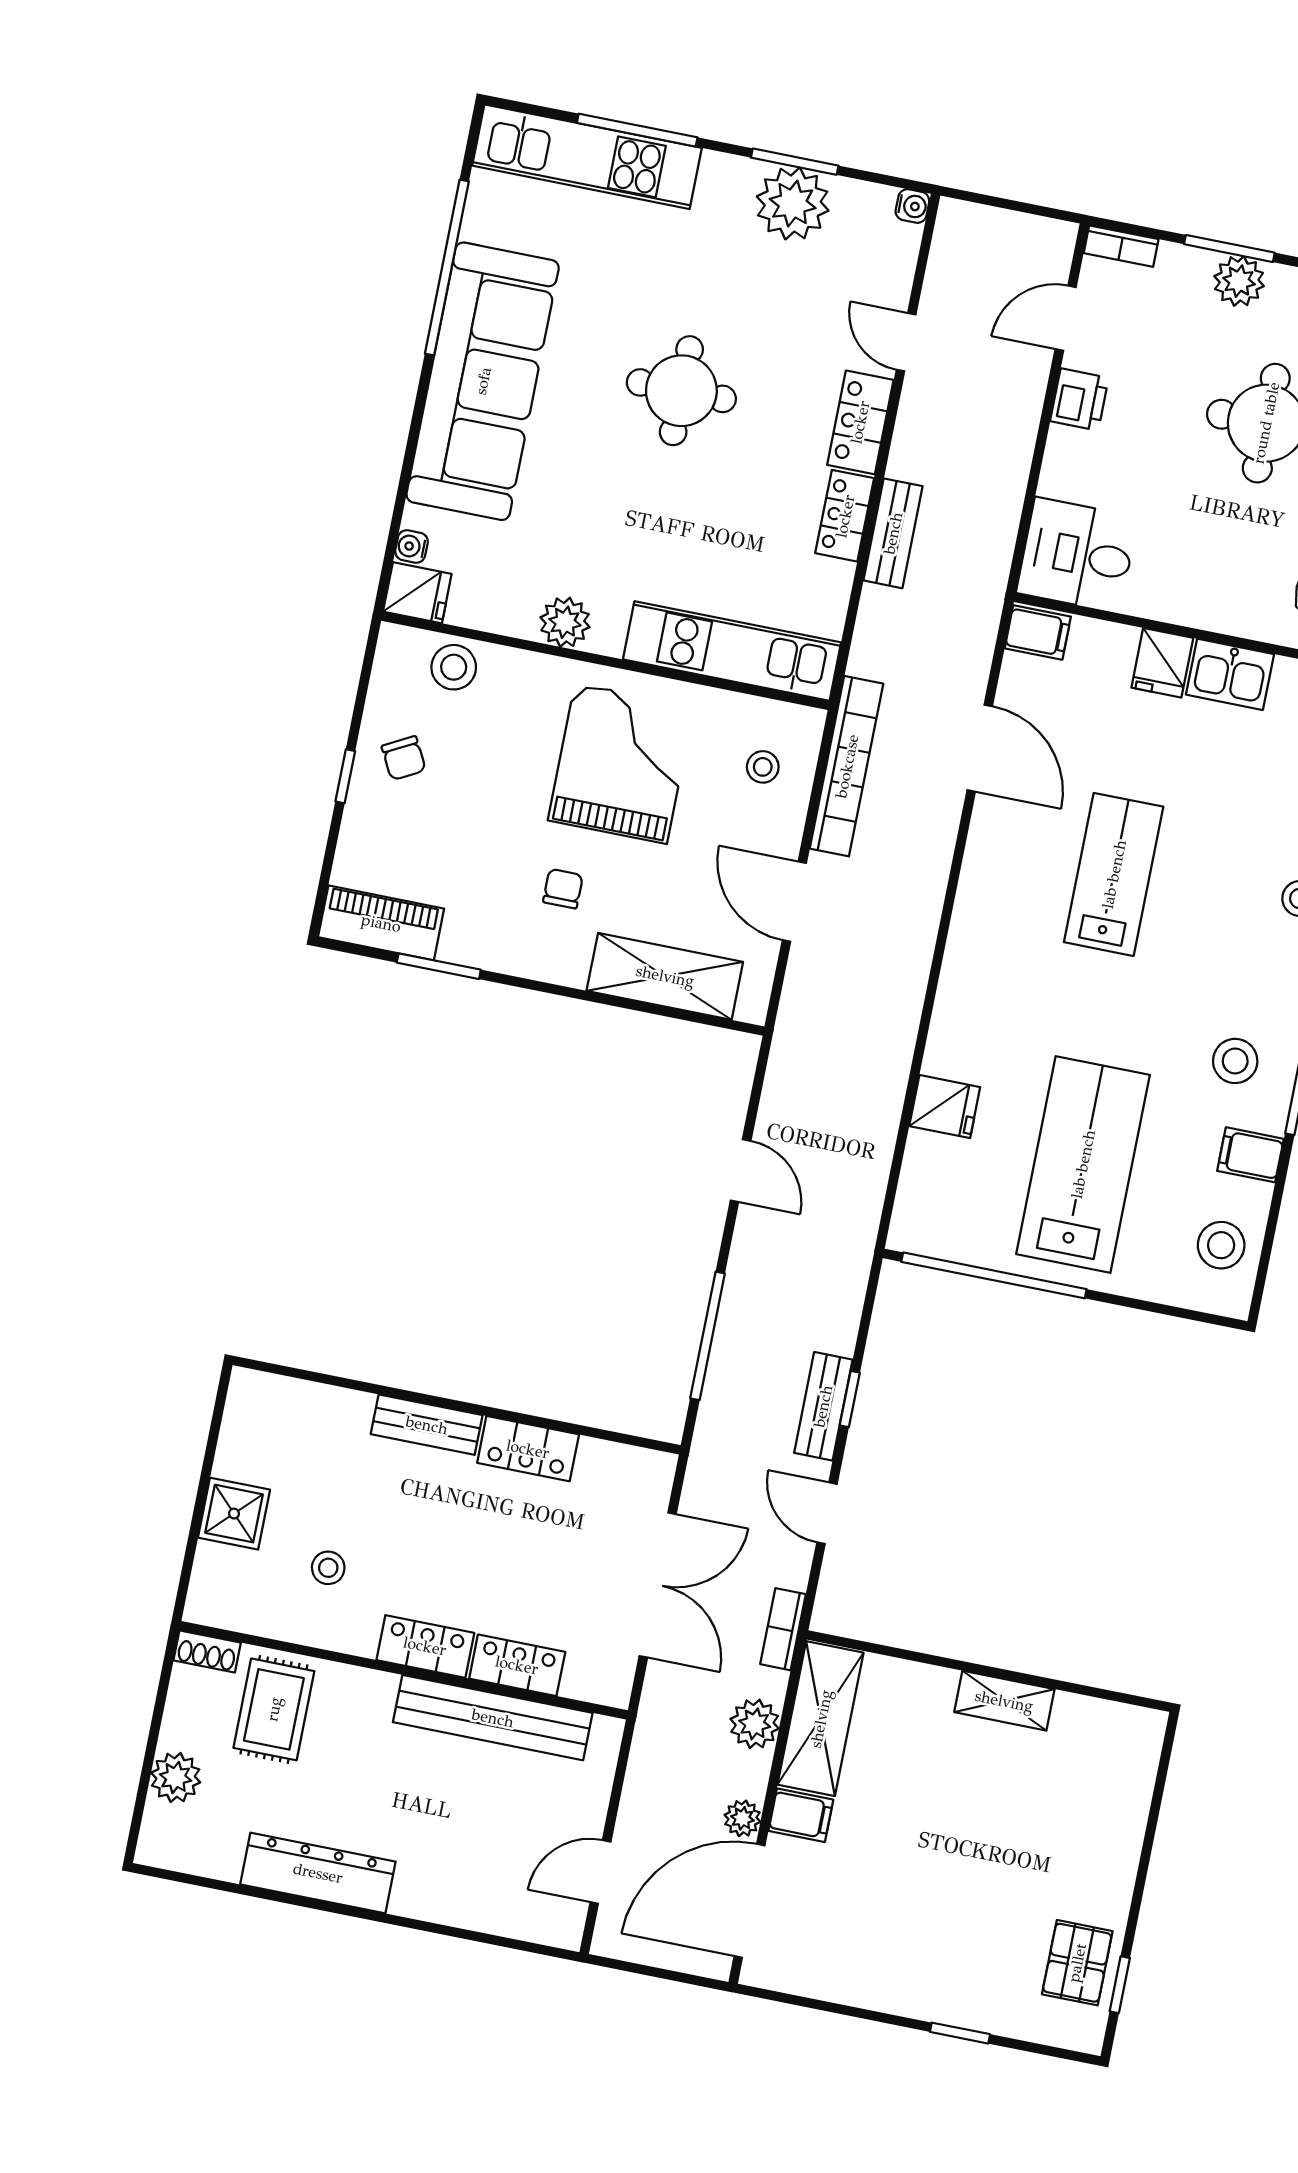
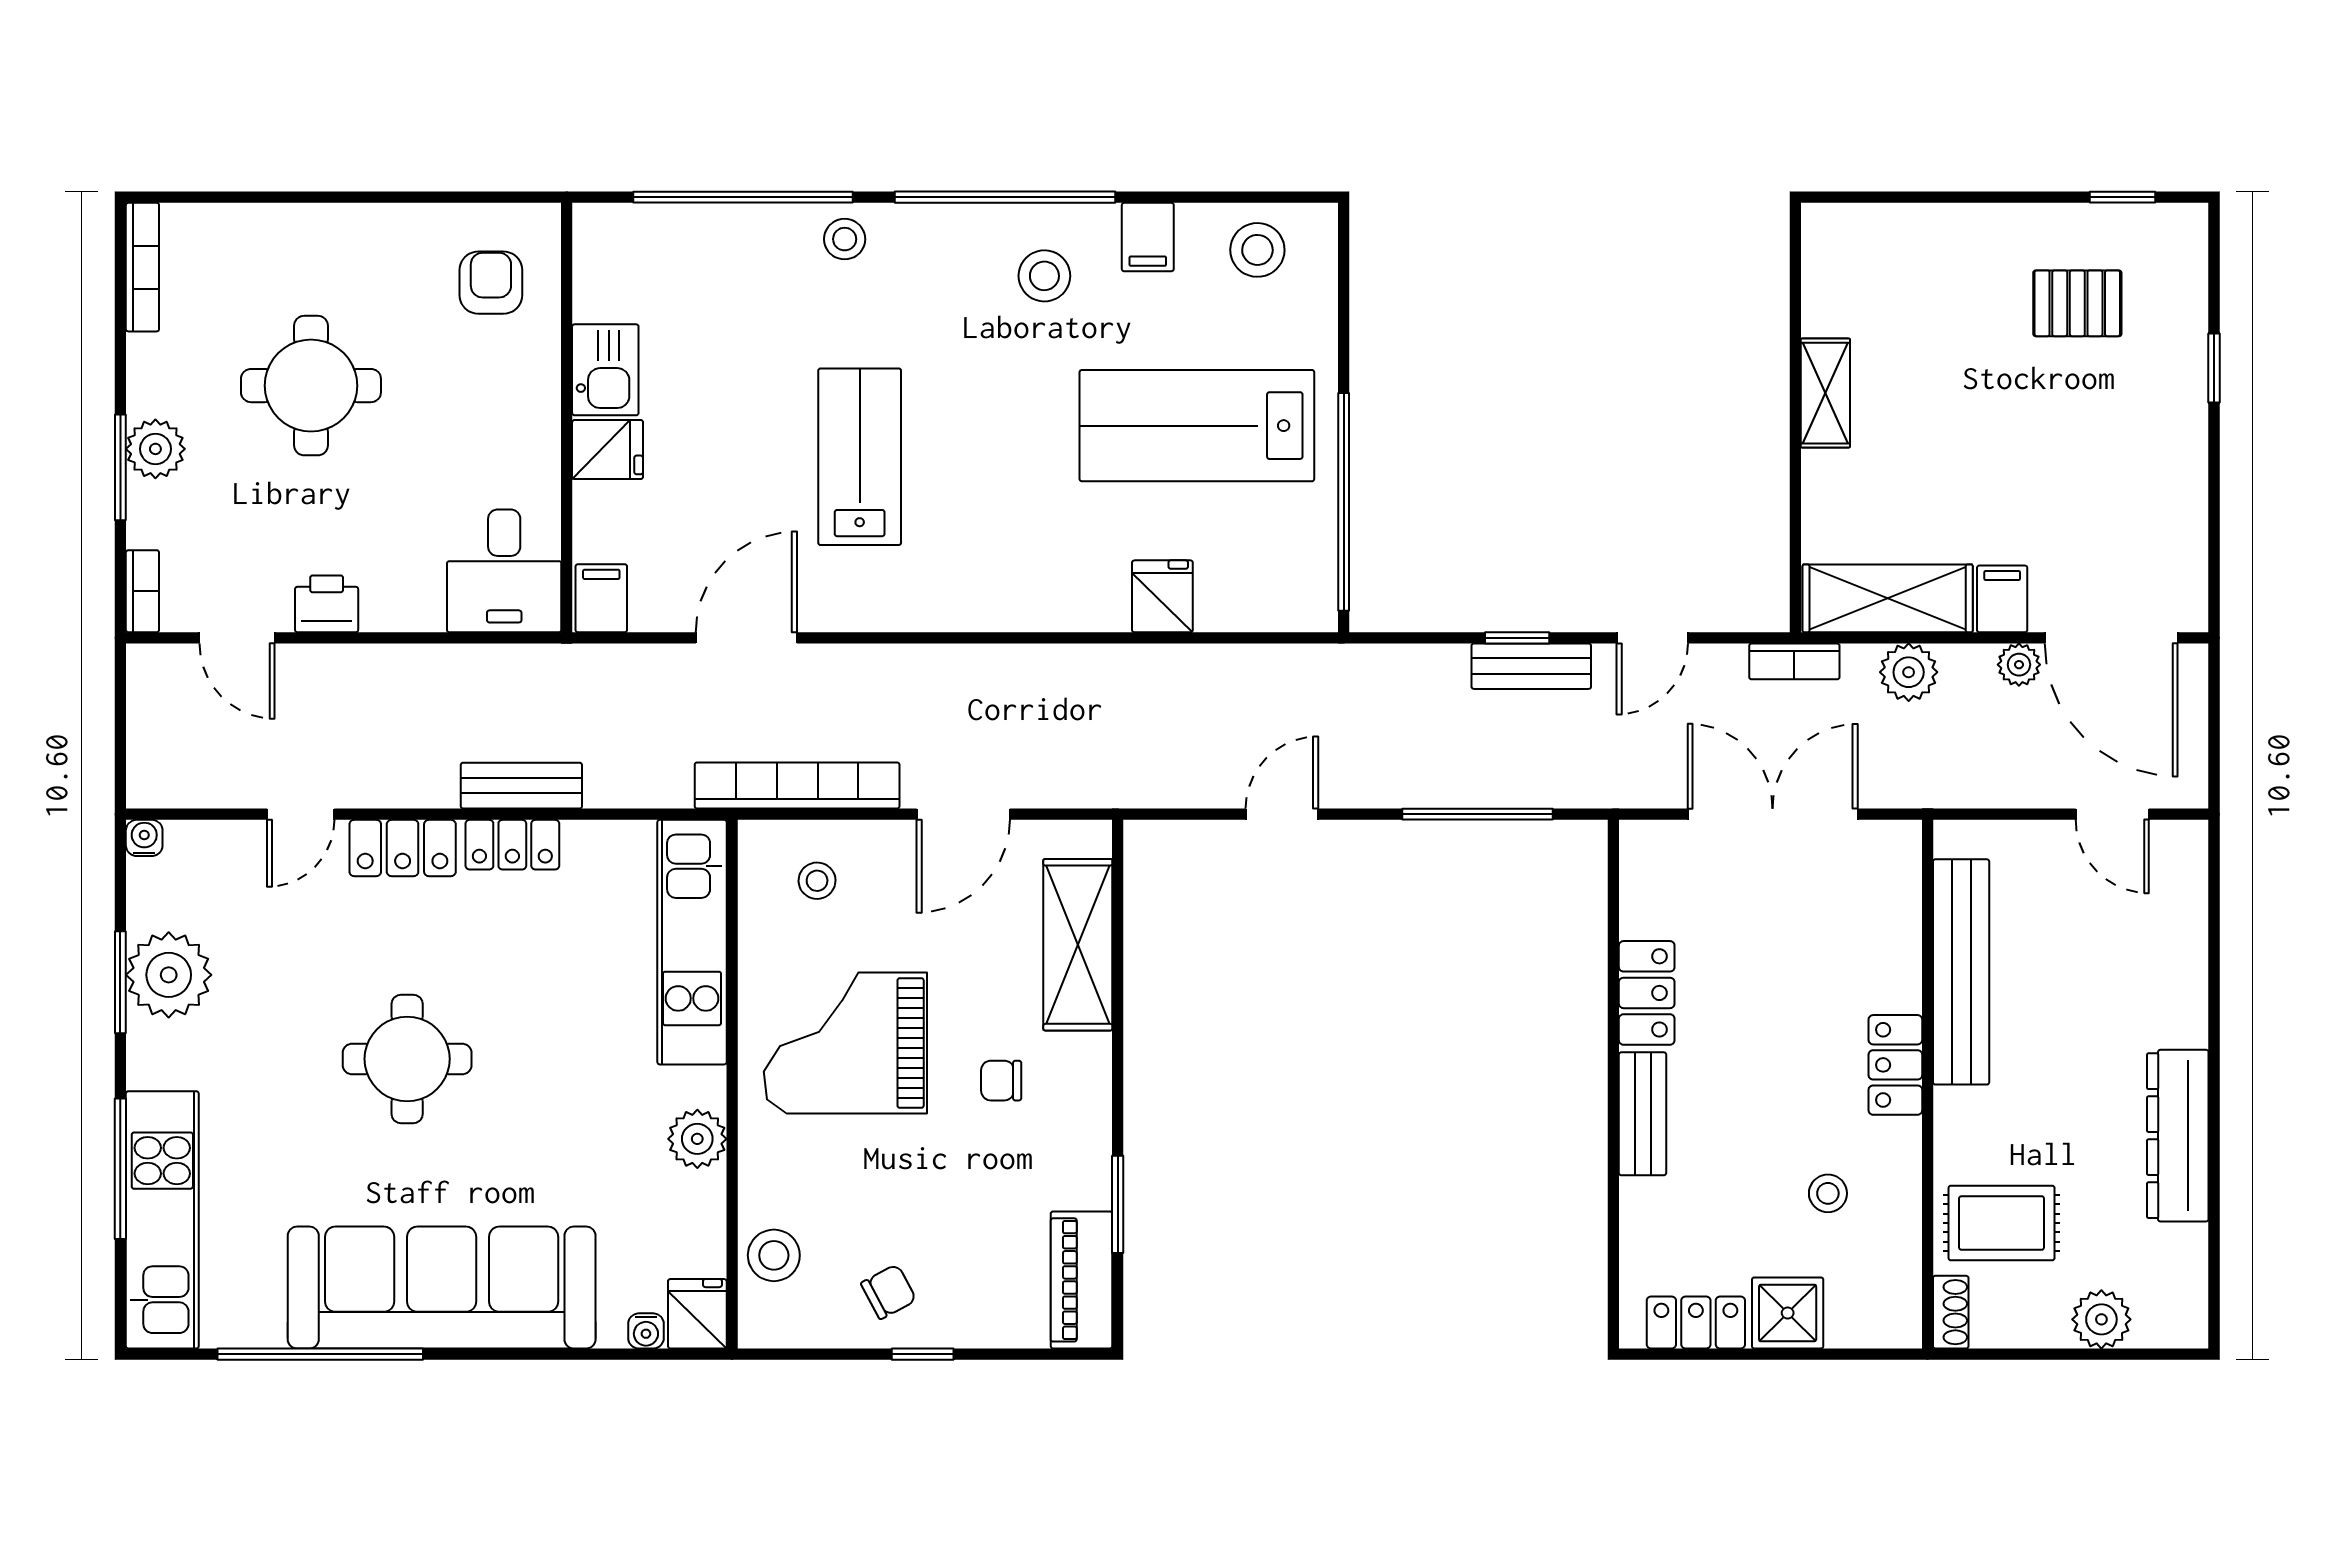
lab bench: (1114, 874) -> (860, 457), turned 90
locker: (517, 1665) -> (1696, 1322), moved, turned 90
pallet: (1077, 1963) -> (2077, 303), moved

